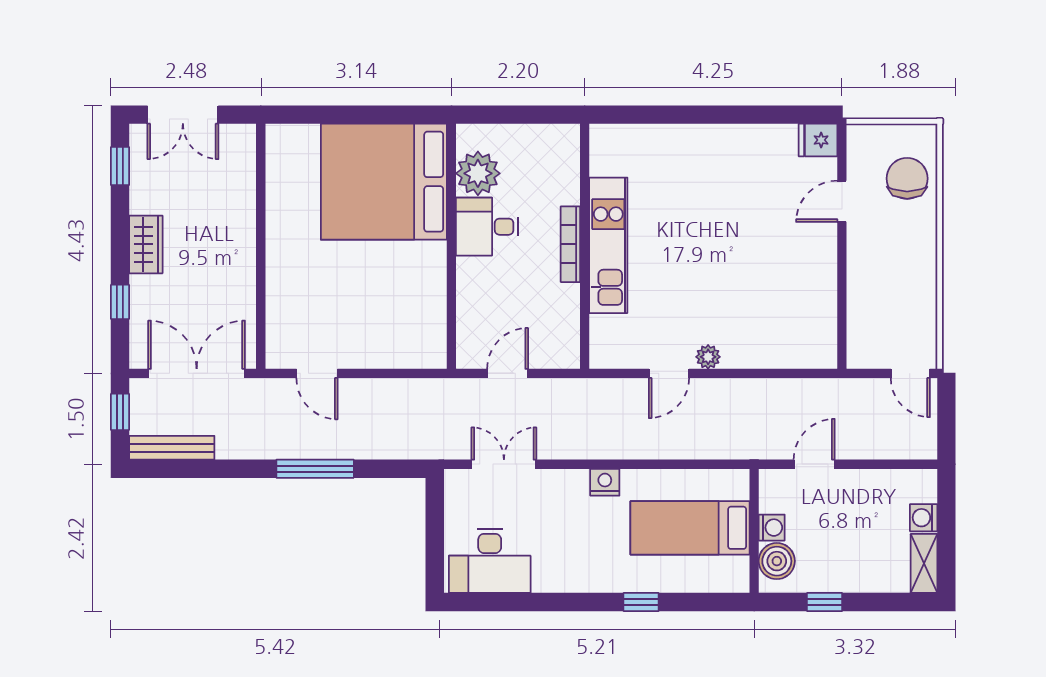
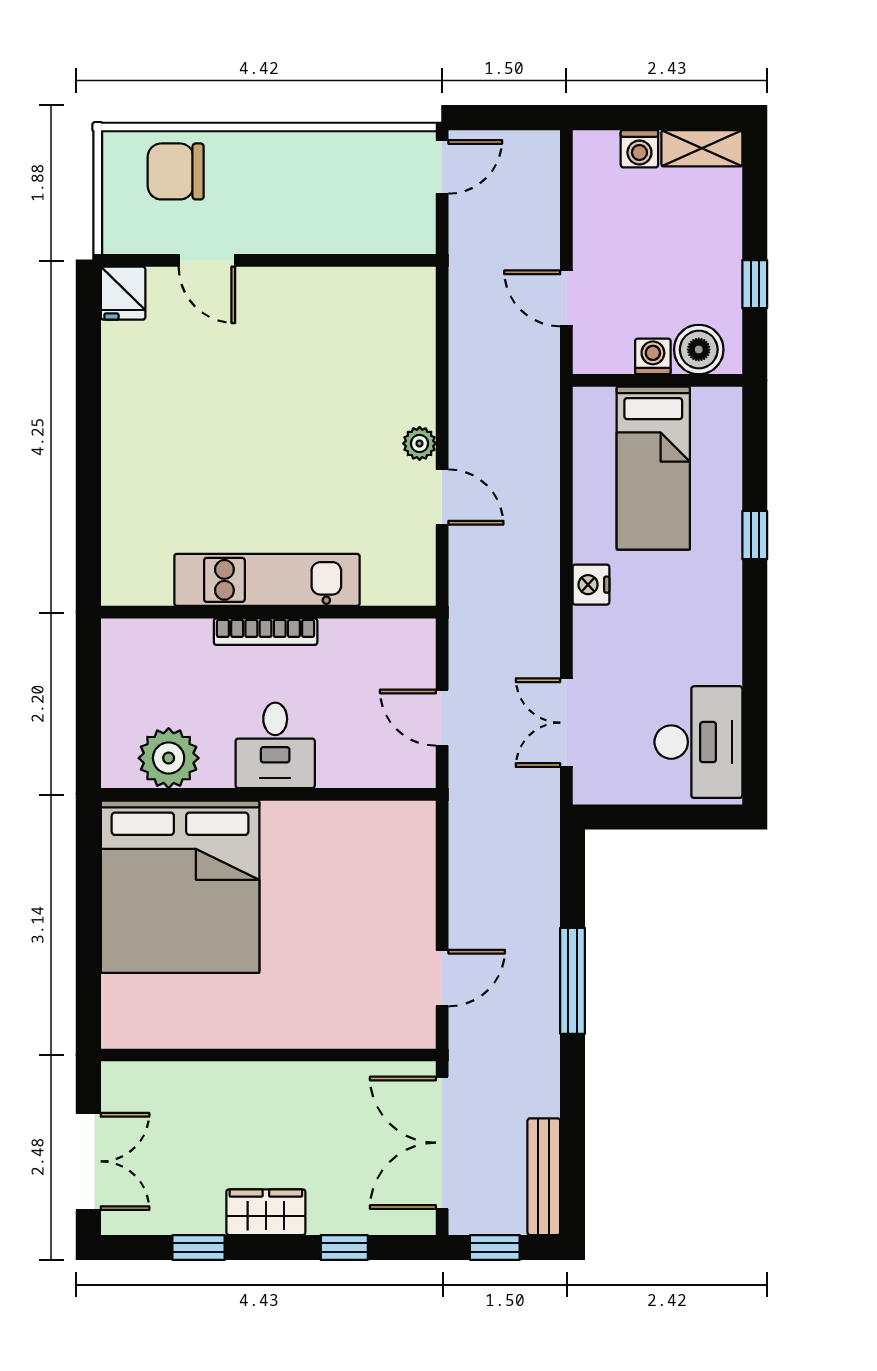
window: (120, 166) -> (199, 1247), moved
desk: (487, 227) -> (275, 745), moved

